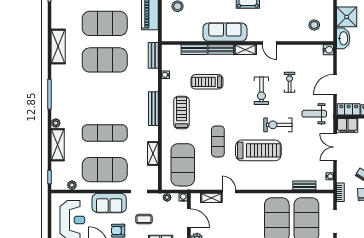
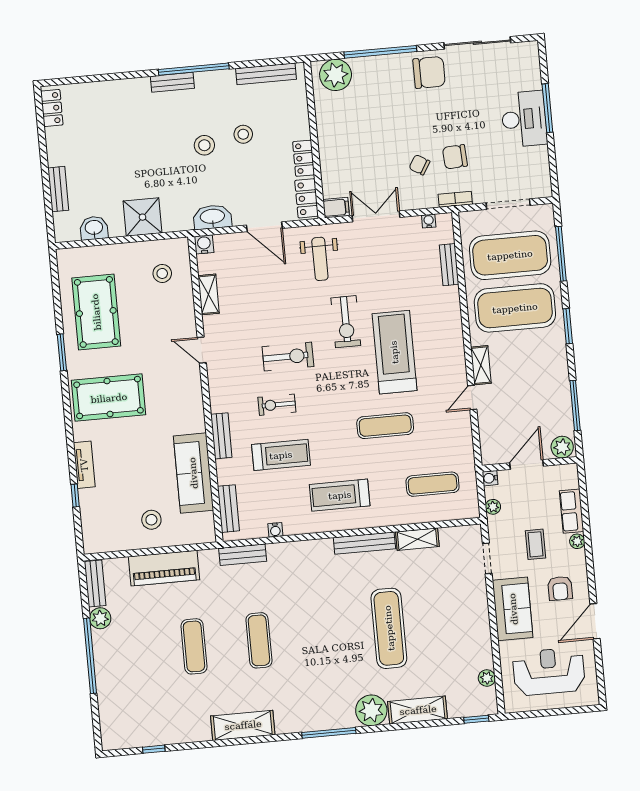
exercise mat: (105, 23) -> (194, 646), width x0.50, depth x0.69
sofa: (225, 32) -> (193, 473), moved
washbasin: (343, 38) -> (212, 217), moved
door: (269, 43) -> (202, 350), swing flipped
bench: (194, 50) -> (228, 509), moved
shelving: (245, 50) -> (209, 294), moved
exercise mat: (105, 60) -> (259, 640), width x0.50, depth x0.69
treadmill: (207, 82) -> (281, 455), turned -90
exercise bike: (290, 82) -> (277, 405), moved
bench: (153, 109) -> (364, 543), moved
plant: (56, 123) -> (371, 710), width x1.88, depth x1.88
filing cabinet: (347, 125) -> (336, 208), width x0.50
double door: (335, 147) -> (376, 216), swing flipped
exercise mat: (183, 165) -> (433, 484), width x0.50, depth x0.69
exercise mat: (105, 170) -> (454, 622), removed
shelving: (211, 198) -> (481, 365), moved

